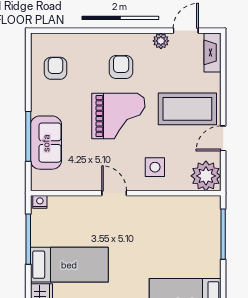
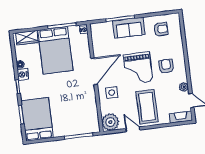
armchair: (121, 67) -> (166, 66), turned -90
sofa: (46, 143) -> (129, 28), moved
door: (114, 193) -> (94, 71), width x1.88
bed: (69, 265) -> (55, 50), width x1.50

